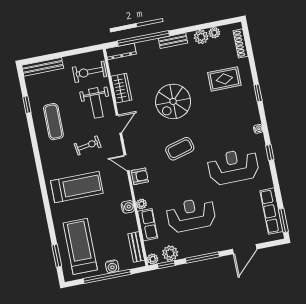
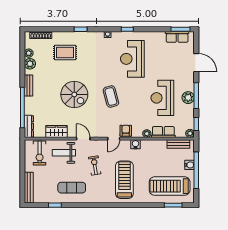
rug: (224, 79) -> (65, 52), turned 90
weight bench: (96, 103) -> (64, 153), turned 180
water cooler: (128, 207) -> (136, 144), moved
row of seats: (271, 211) -> (177, 37), width x0.68
plant: (170, 253) -> (188, 98), moved

